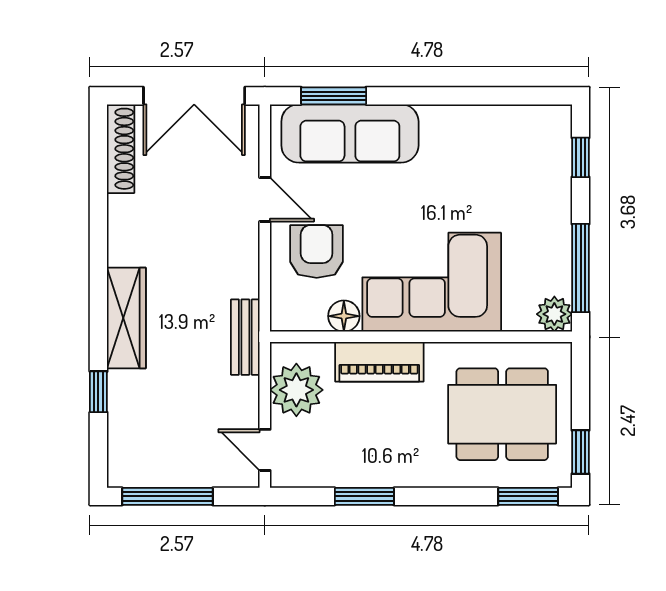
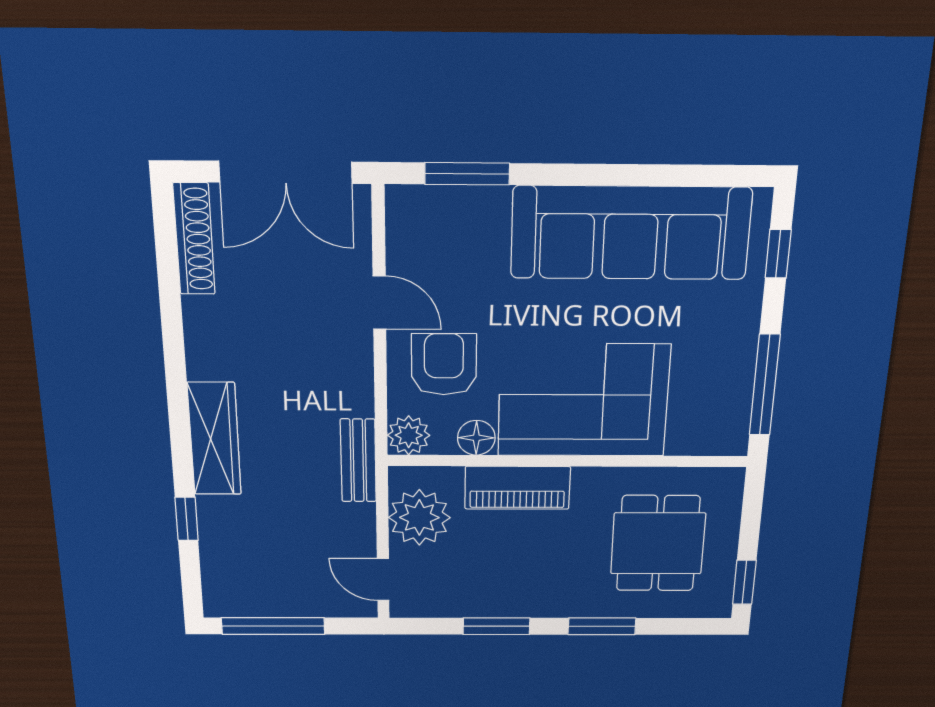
sofa: (350, 133) -> (631, 233), moved, width x1.36, depth x1.27
plant: (554, 314) -> (409, 435), moved
dining table: (502, 414) -> (658, 543), width x0.73
window: (528, 496) -> (602, 626), moved

